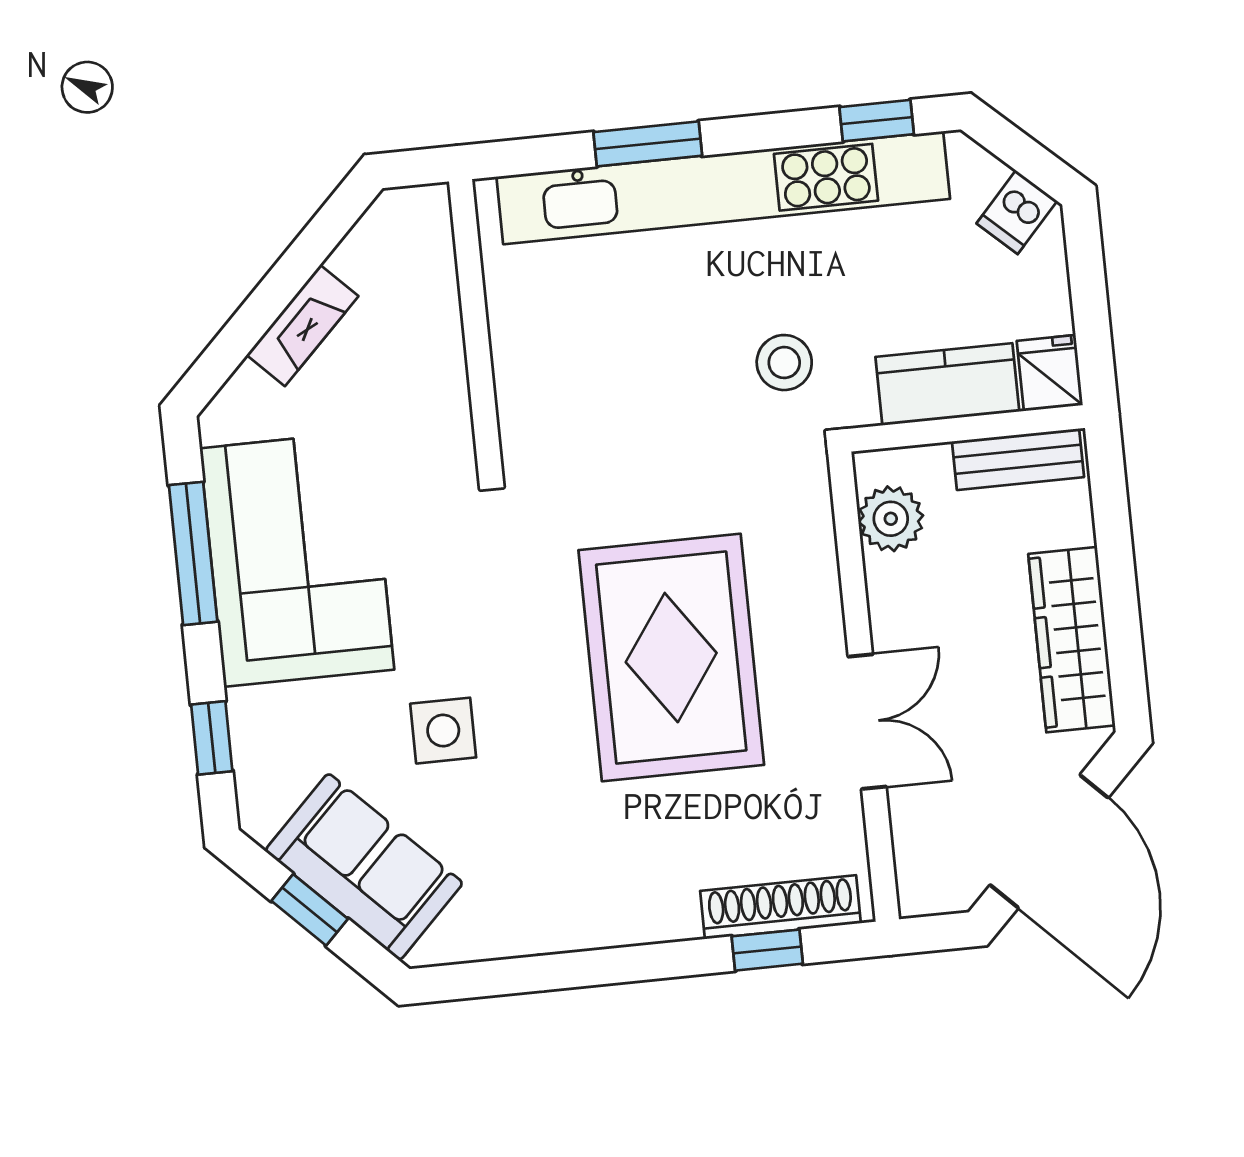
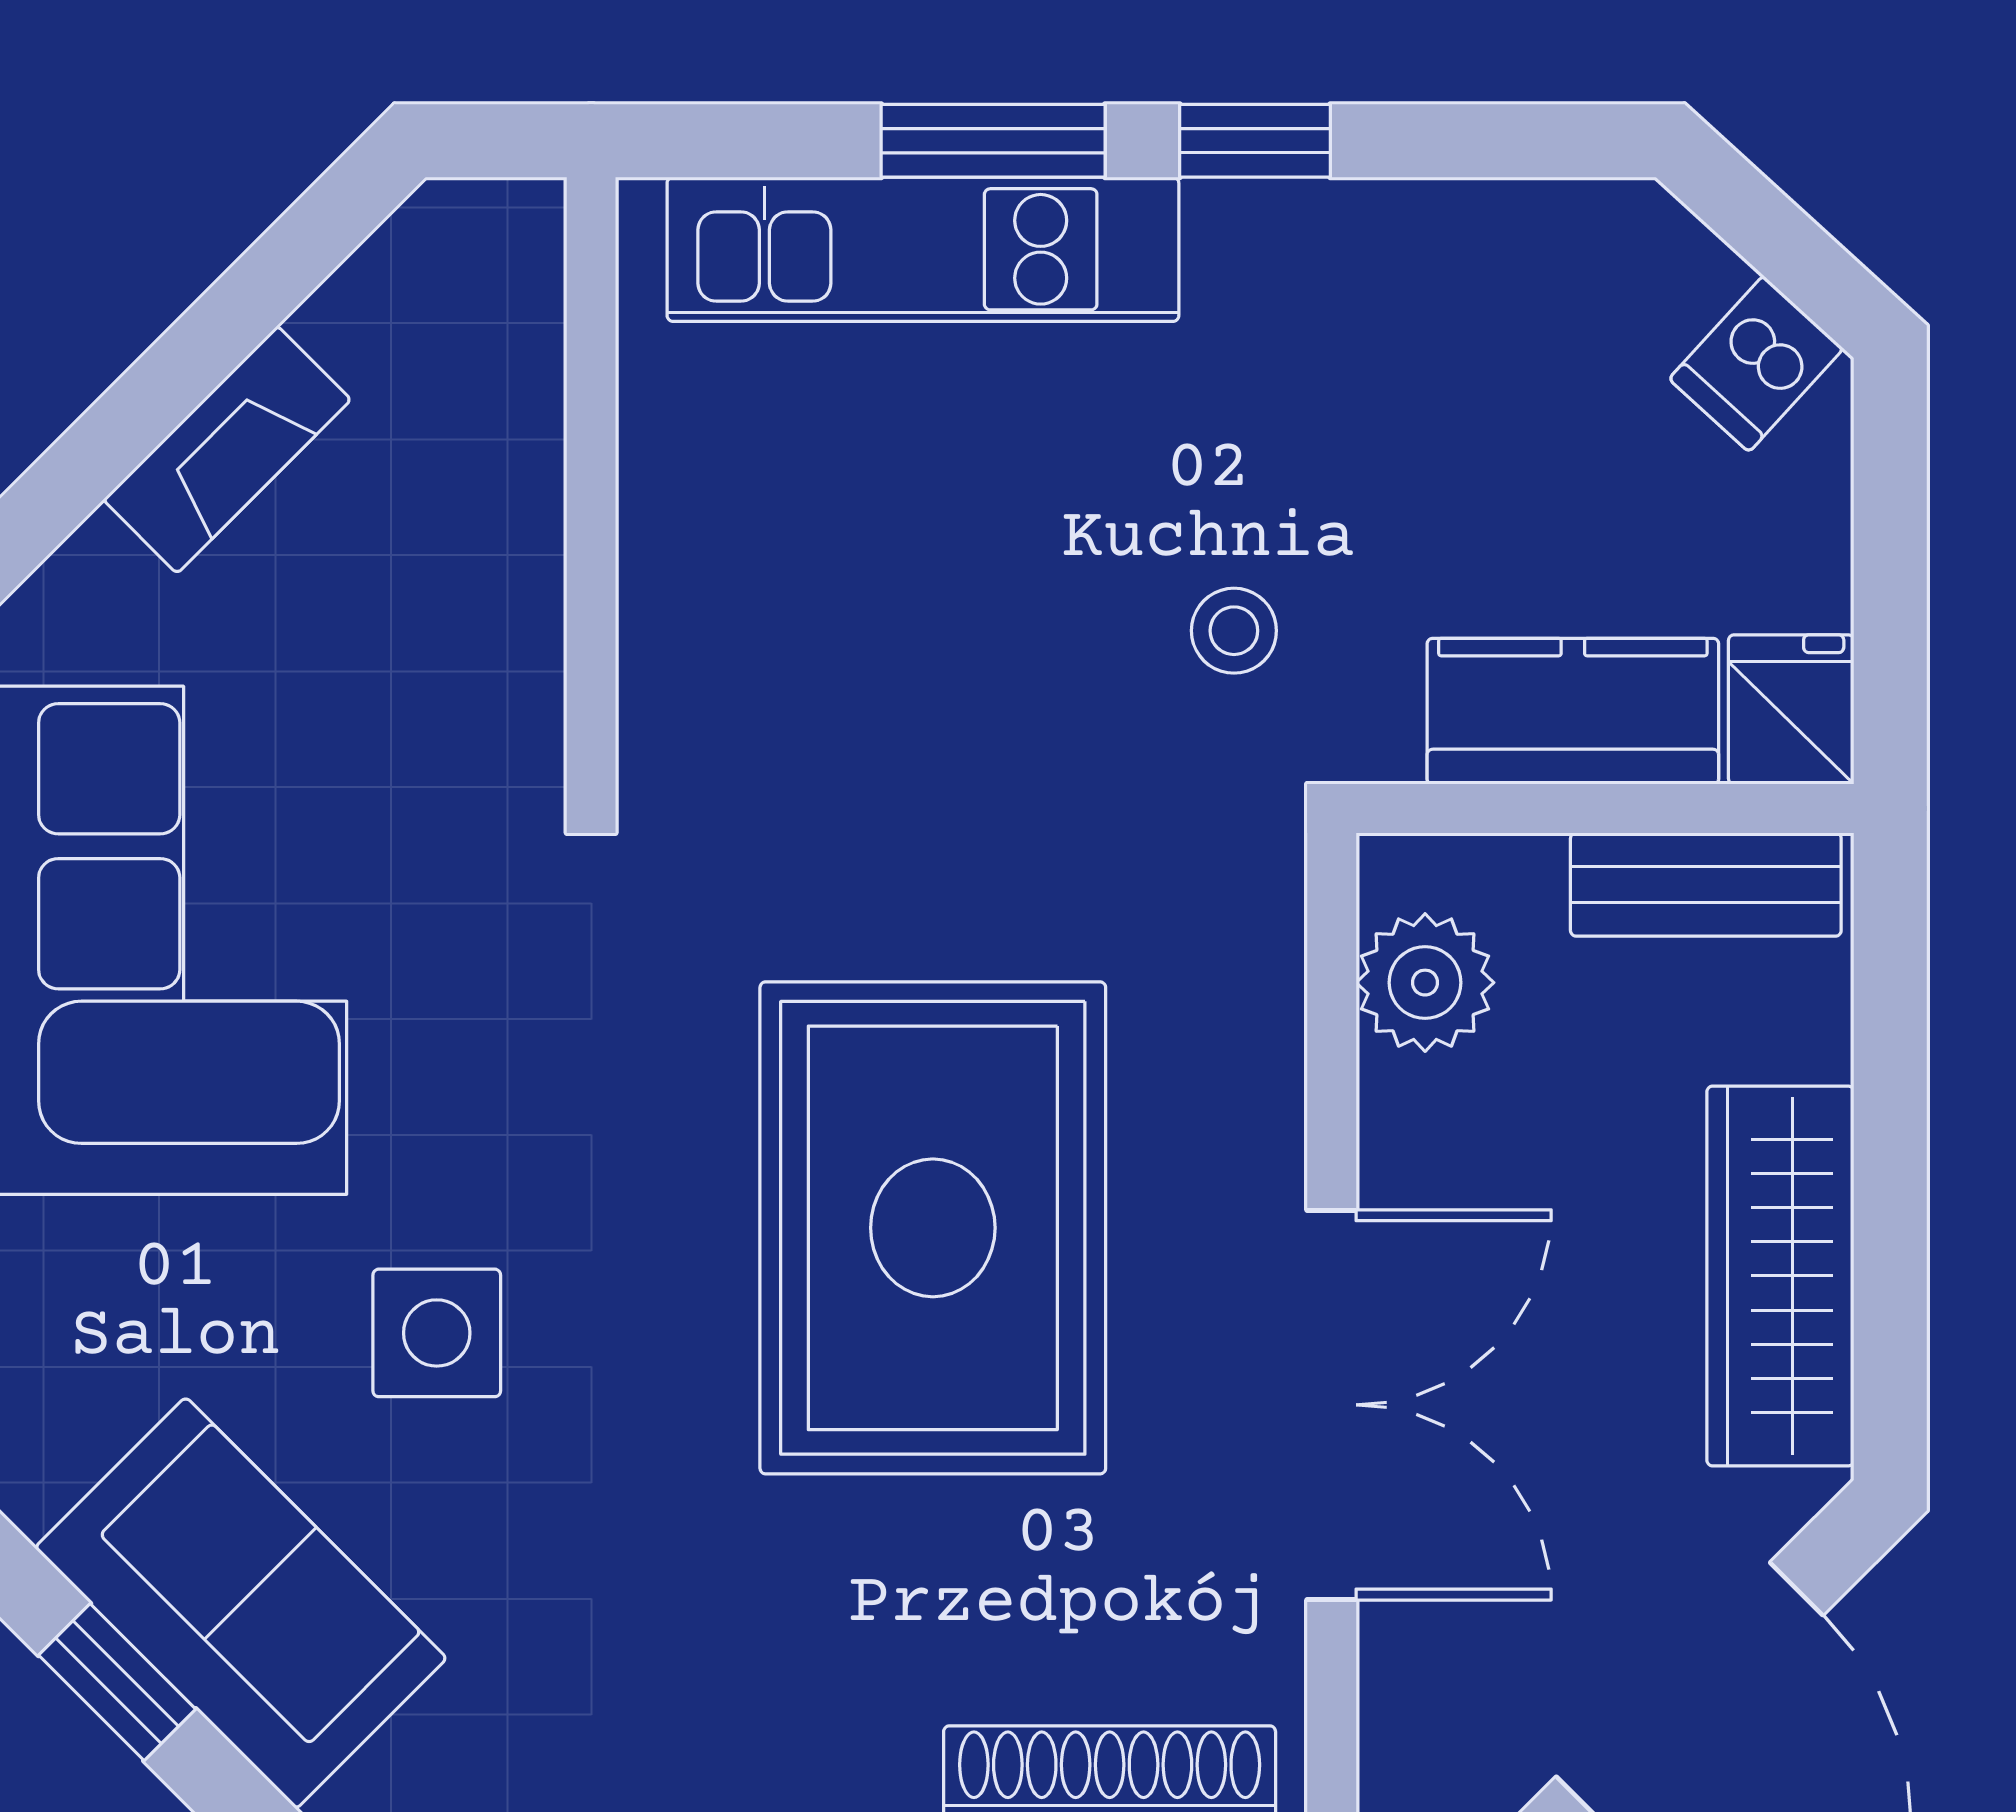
window: (877, 121) -> (1255, 141), moved
kitchen unit: (723, 188) -> (923, 249), width x0.54
stool: (784, 363) -> (1234, 631), width x0.73, depth x0.73
double door: (867, 722) -> (1332, 1405), width x1.37

